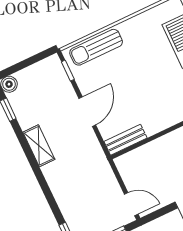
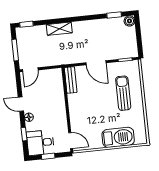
sun lounger: (96, 47) -> (123, 93), moved
shelving: (39, 146) -> (59, 29), moved

